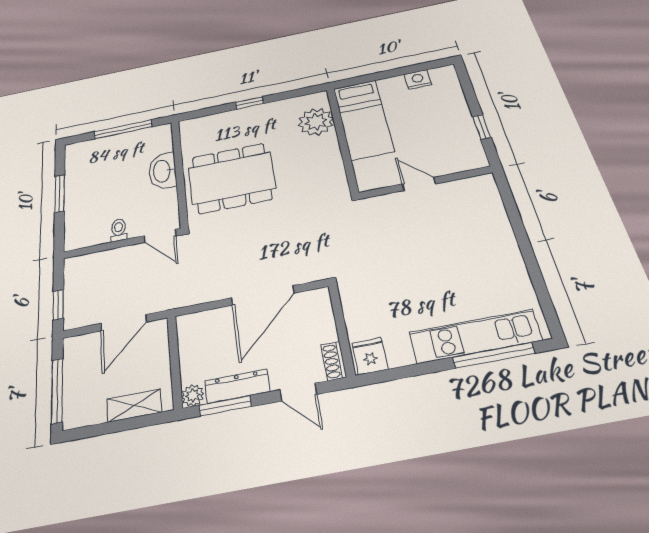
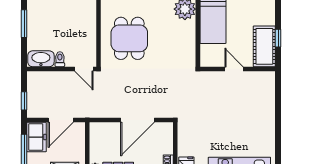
cot: (462, 142) -> (264, 46), added
washbasin: (163, 171) -> (41, 59), moved, turned 90
dining table: (232, 178) -> (129, 38), width x0.73
freezer: (80, 360) -> (36, 137), added

